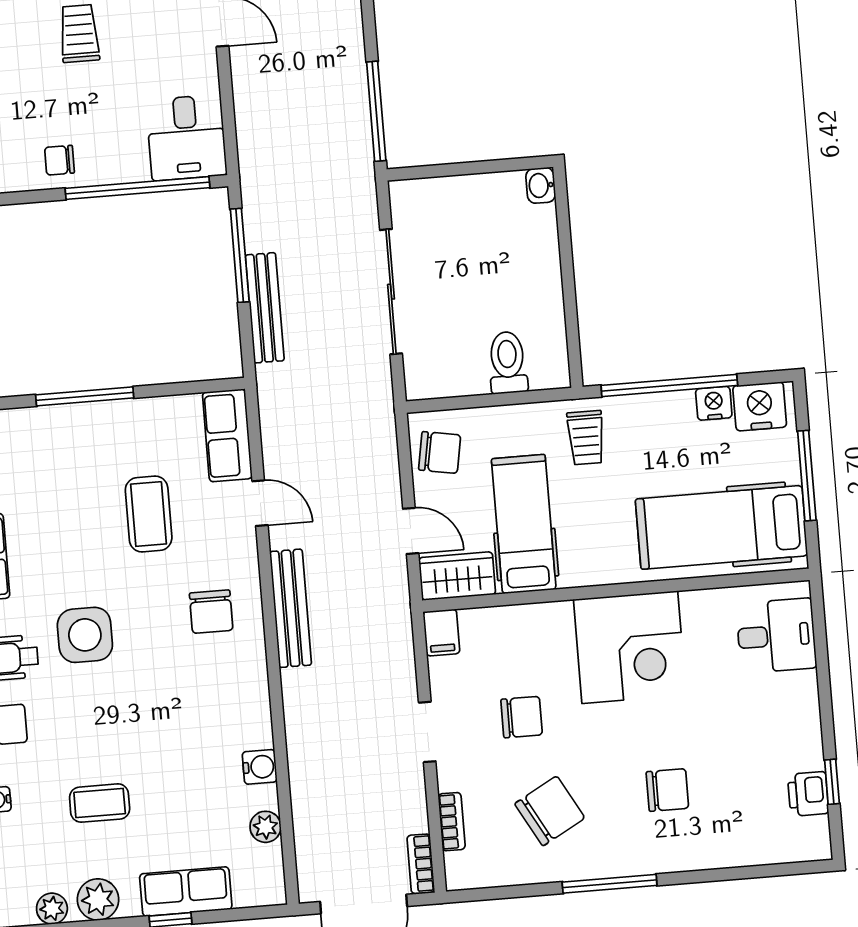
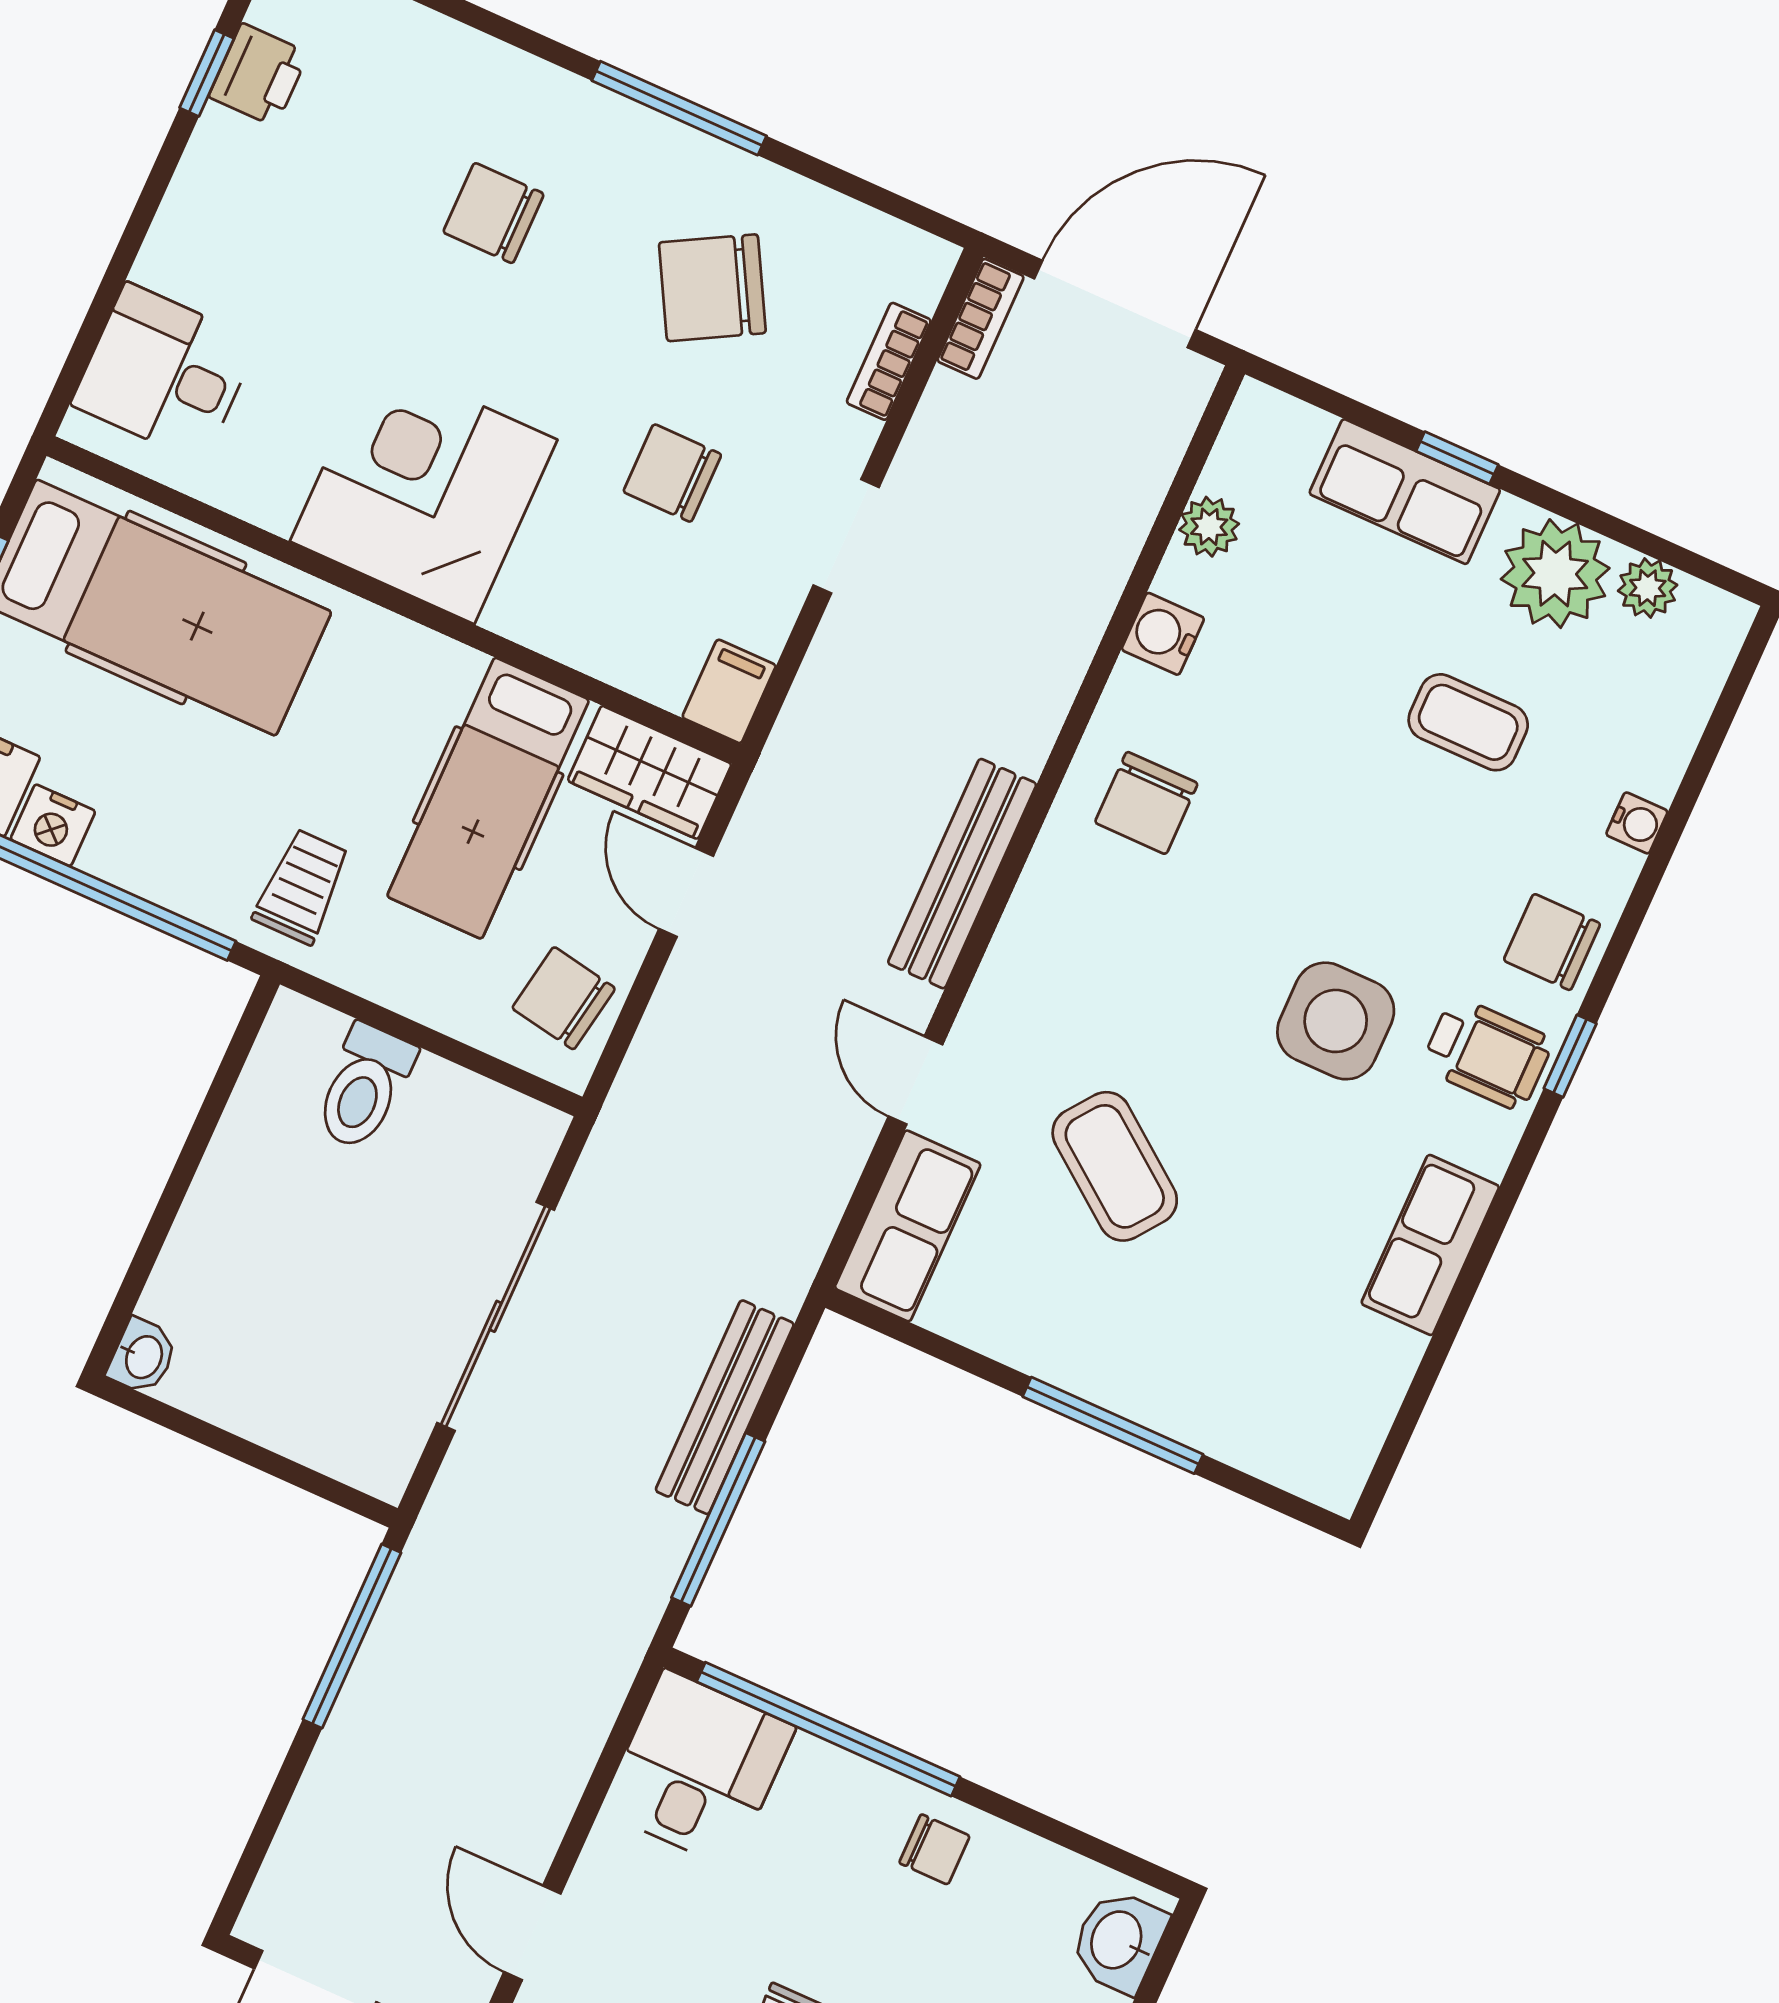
coffee table: (149, 514) -> (1115, 1166), turned -53
chair: (211, 612) -> (1146, 803), moved, turned 180
plant: (98, 899) -> (1555, 574), width x1.36, depth x1.36

